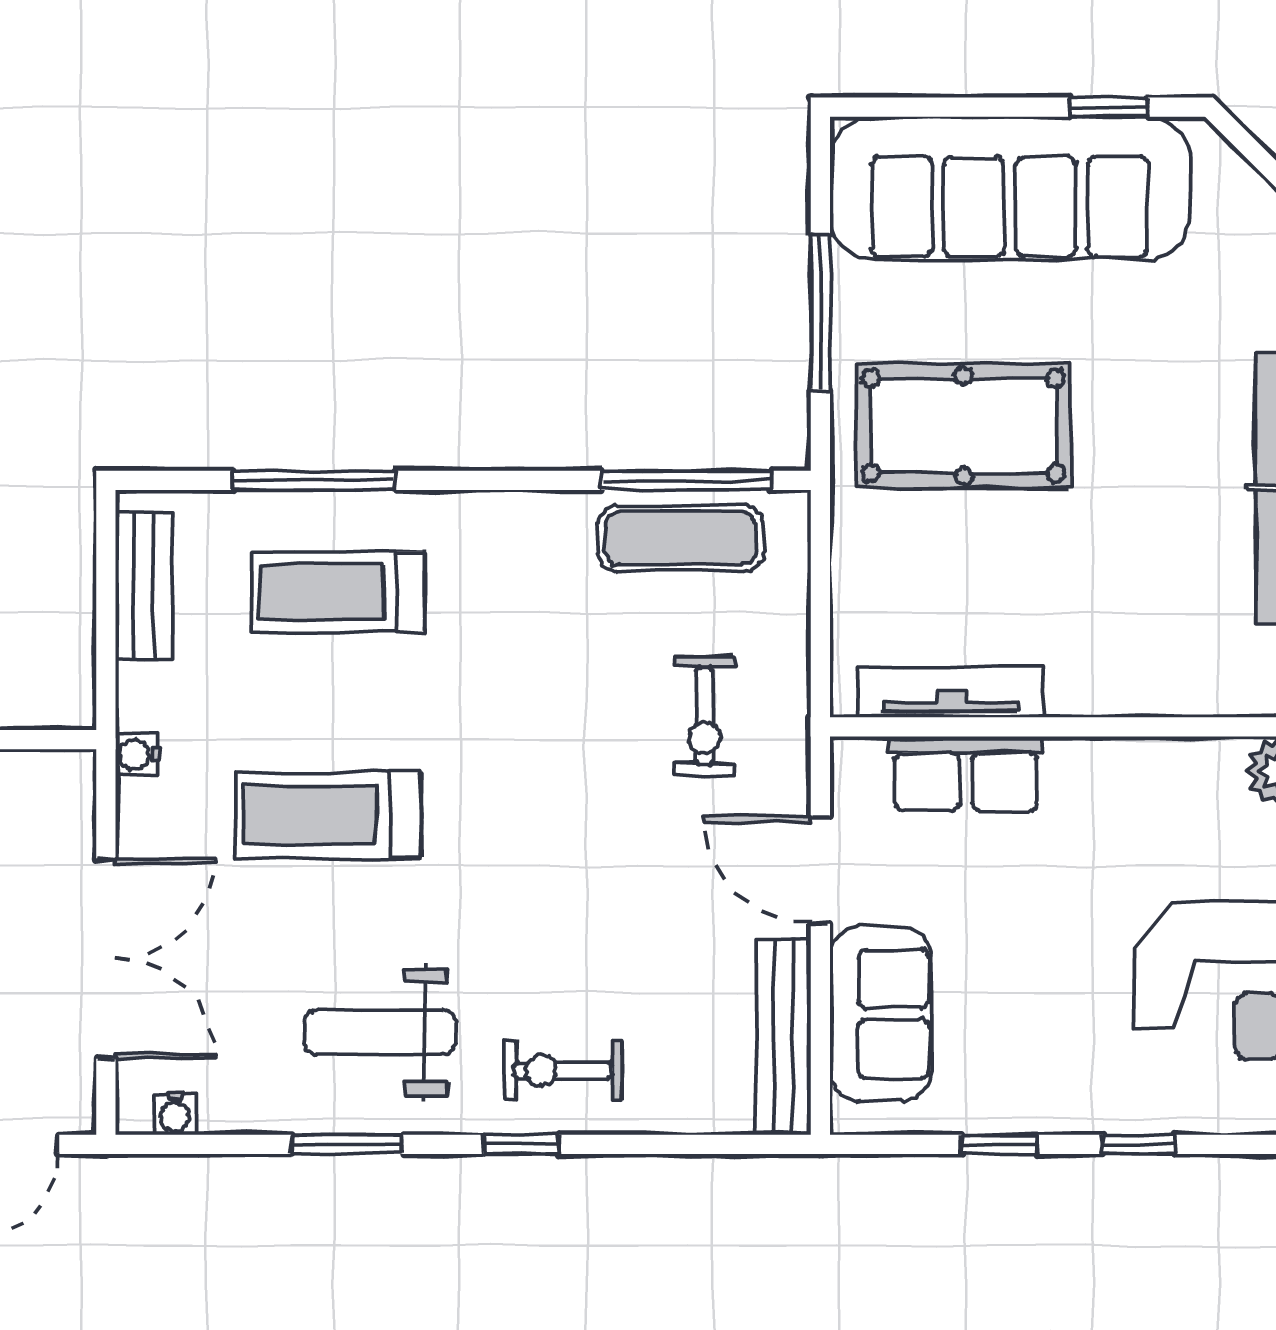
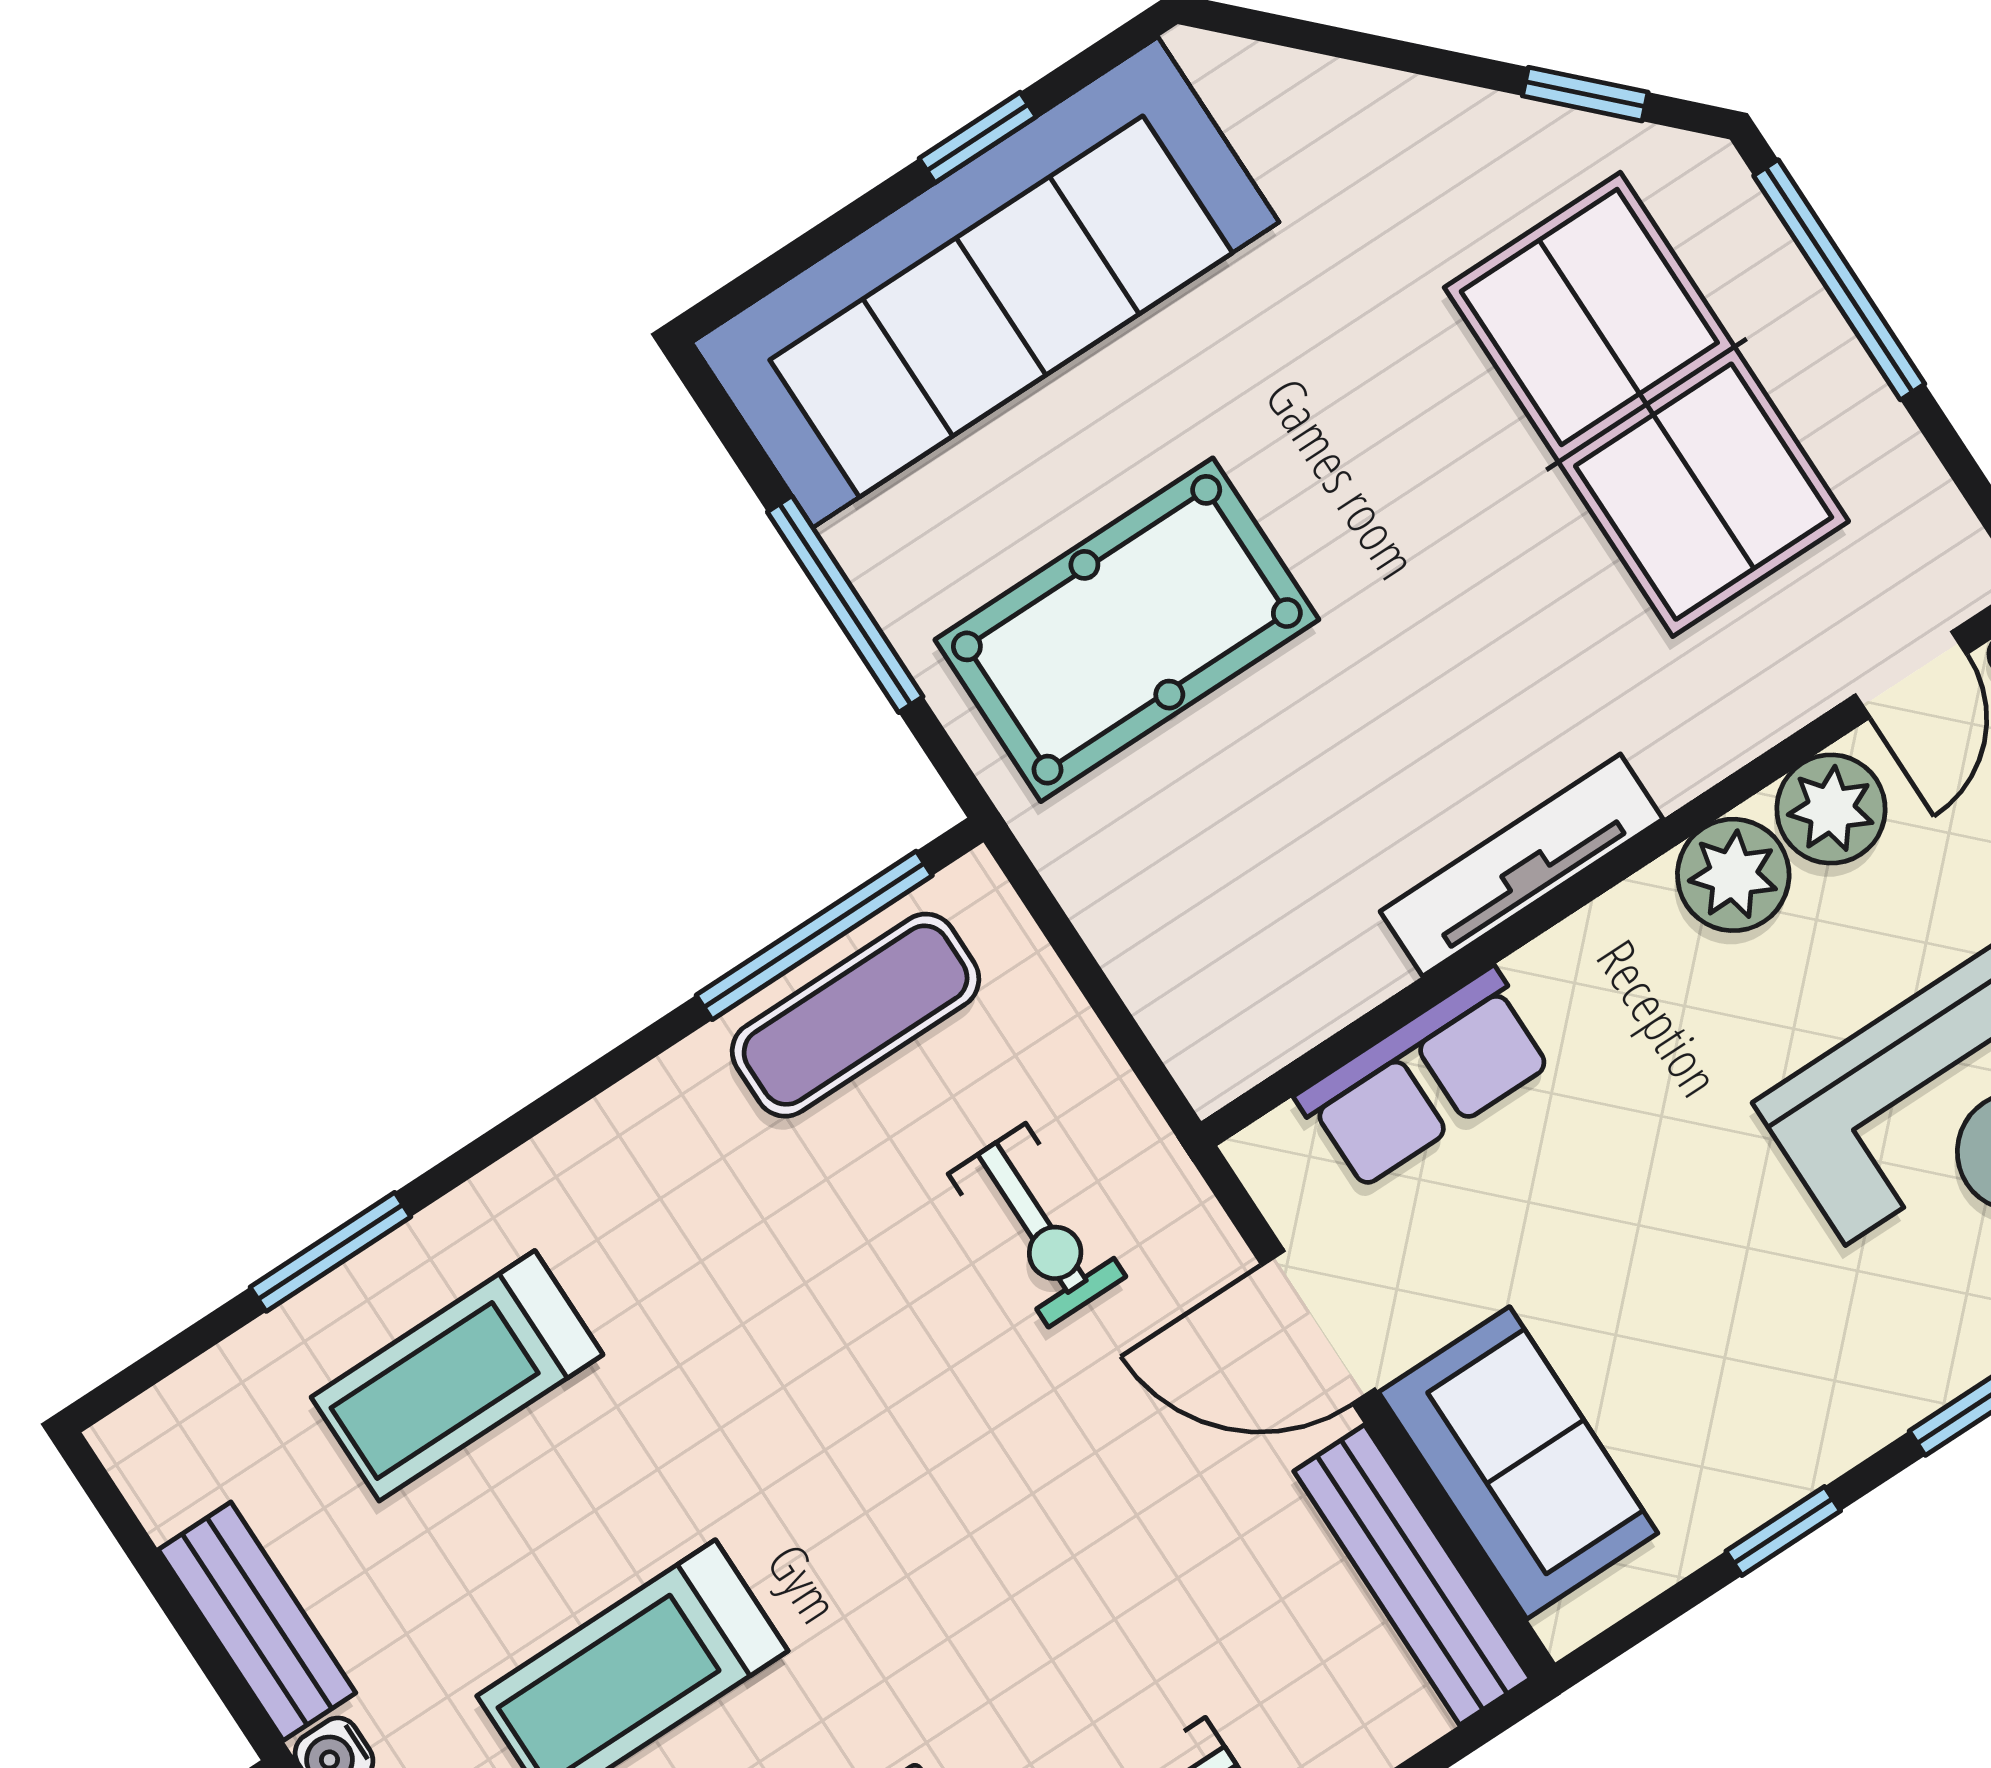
window: (1108, 107) -> (978, 137), moved
window: (314, 480) -> (330, 1252), width x0.69
bench: (143, 586) -> (257, 1621), moved
tv unit: (951, 692) -> (1521, 865), moved
plant: (1204, 772) -> (1733, 875), added

